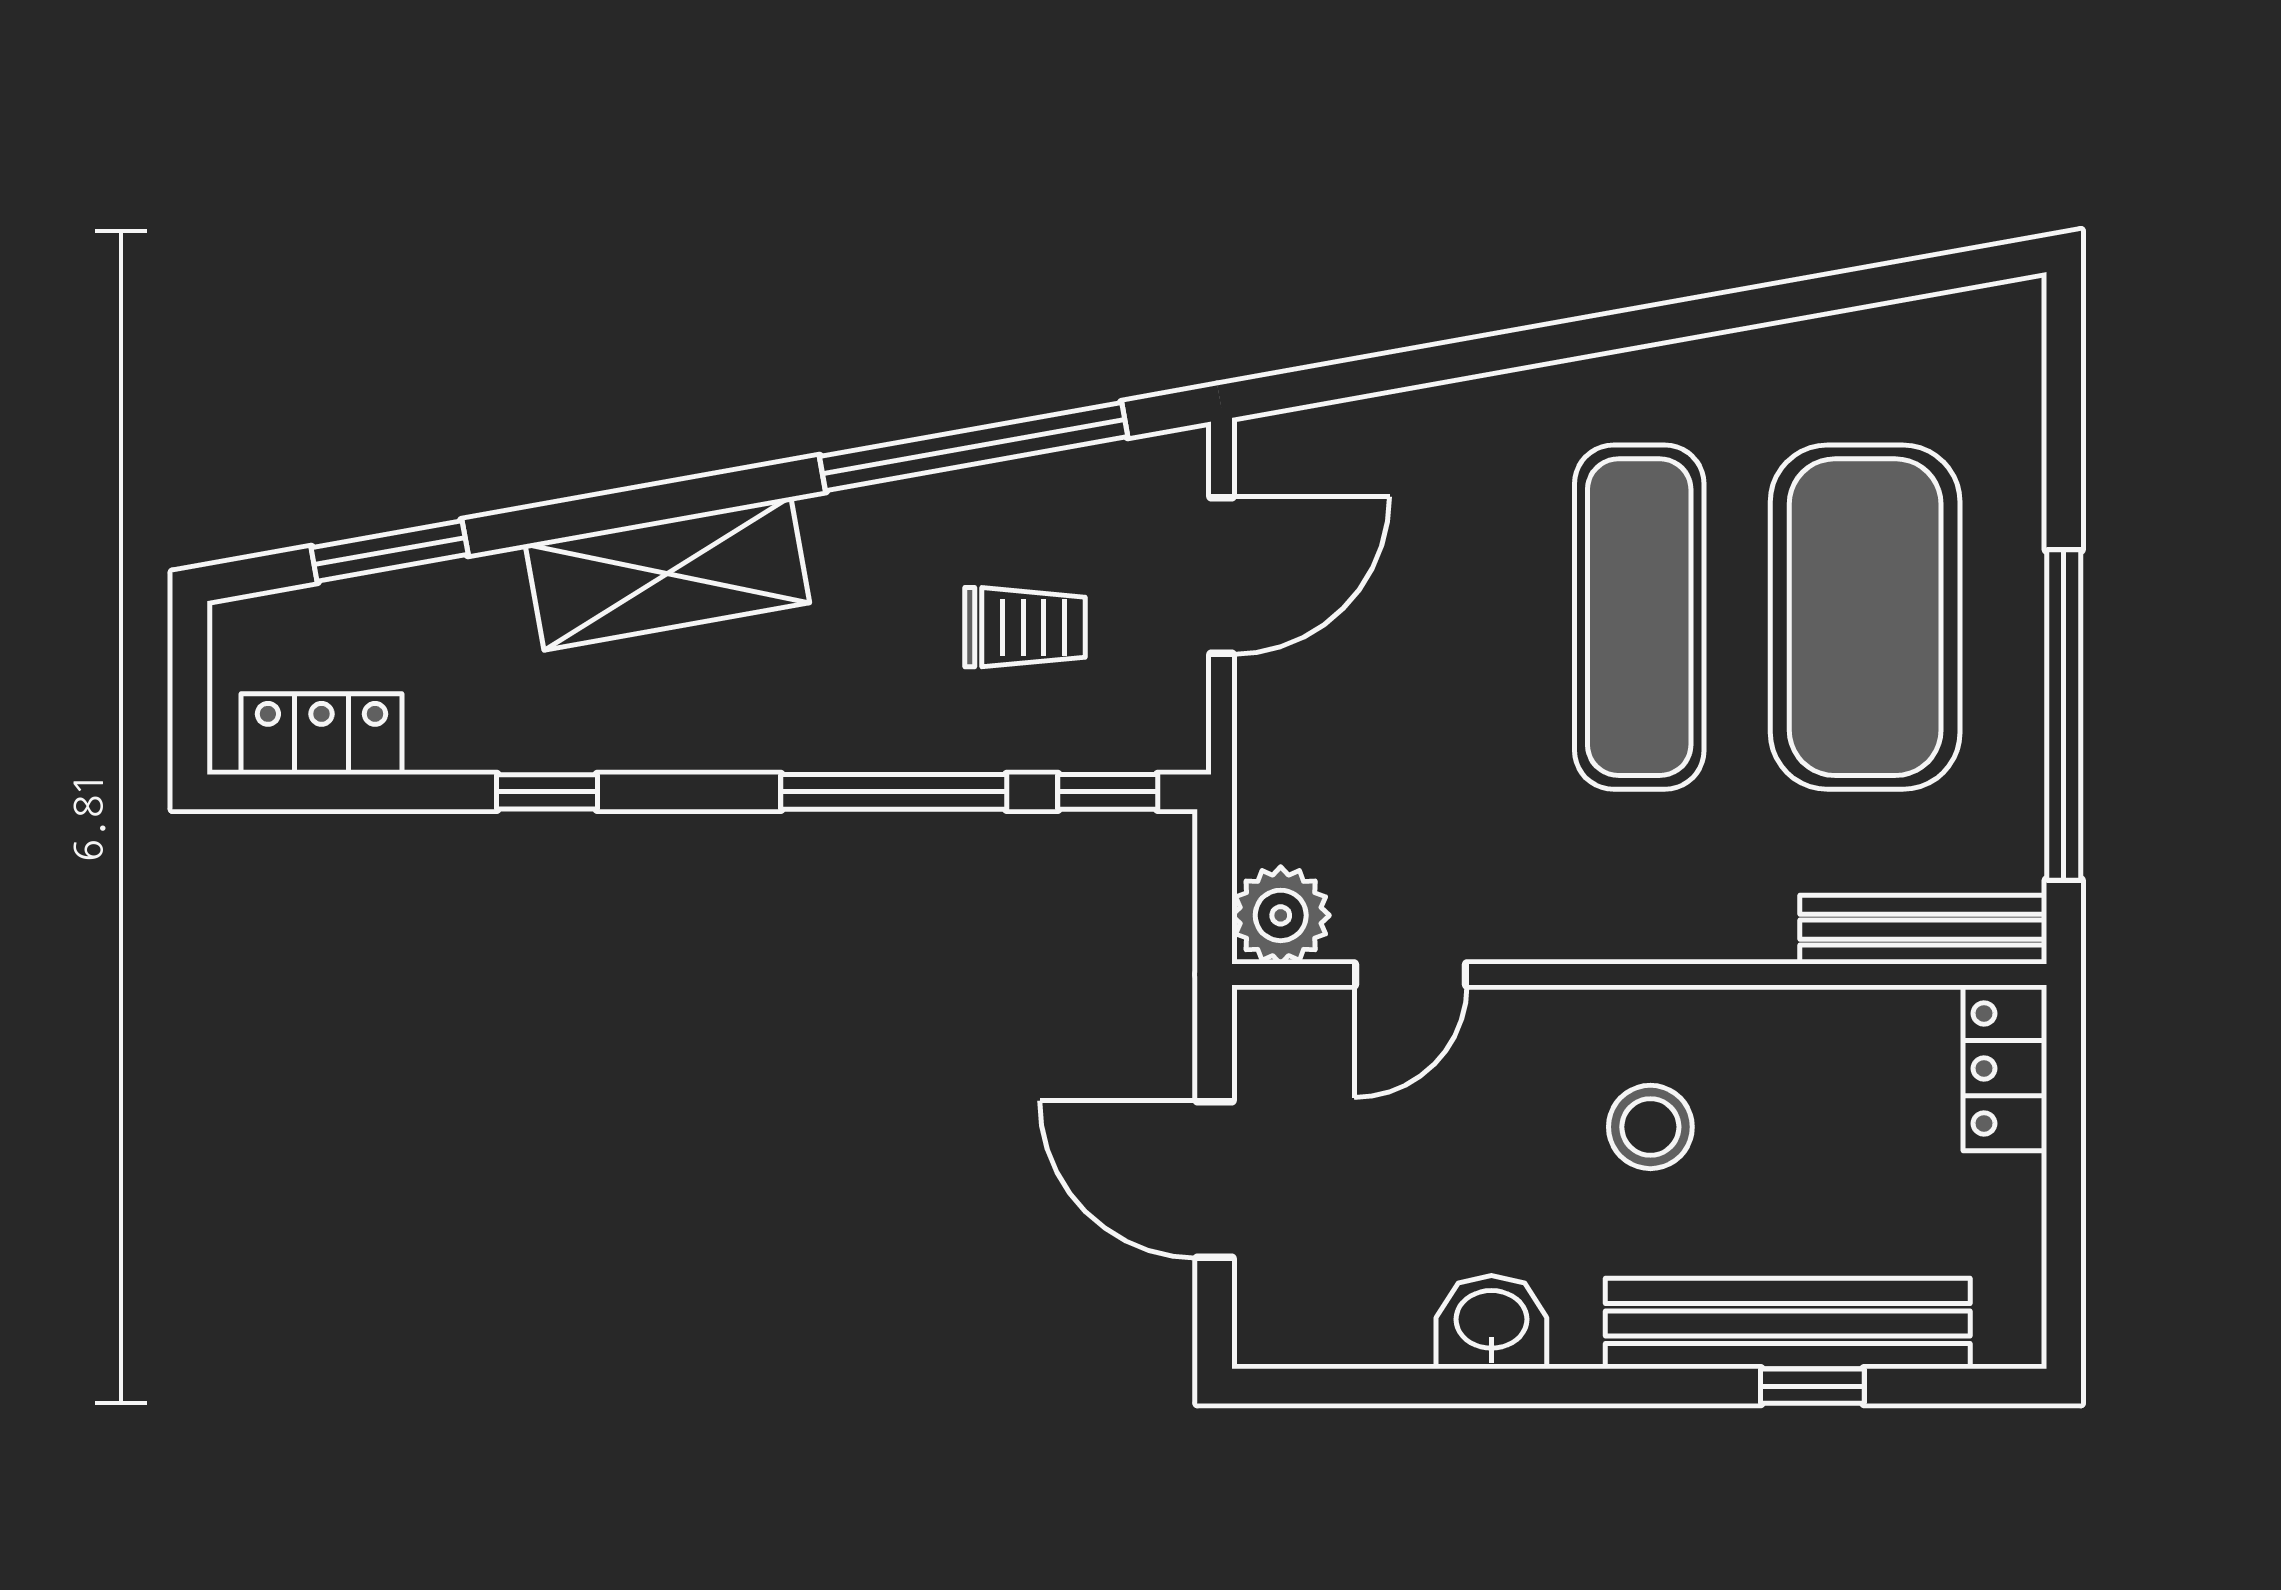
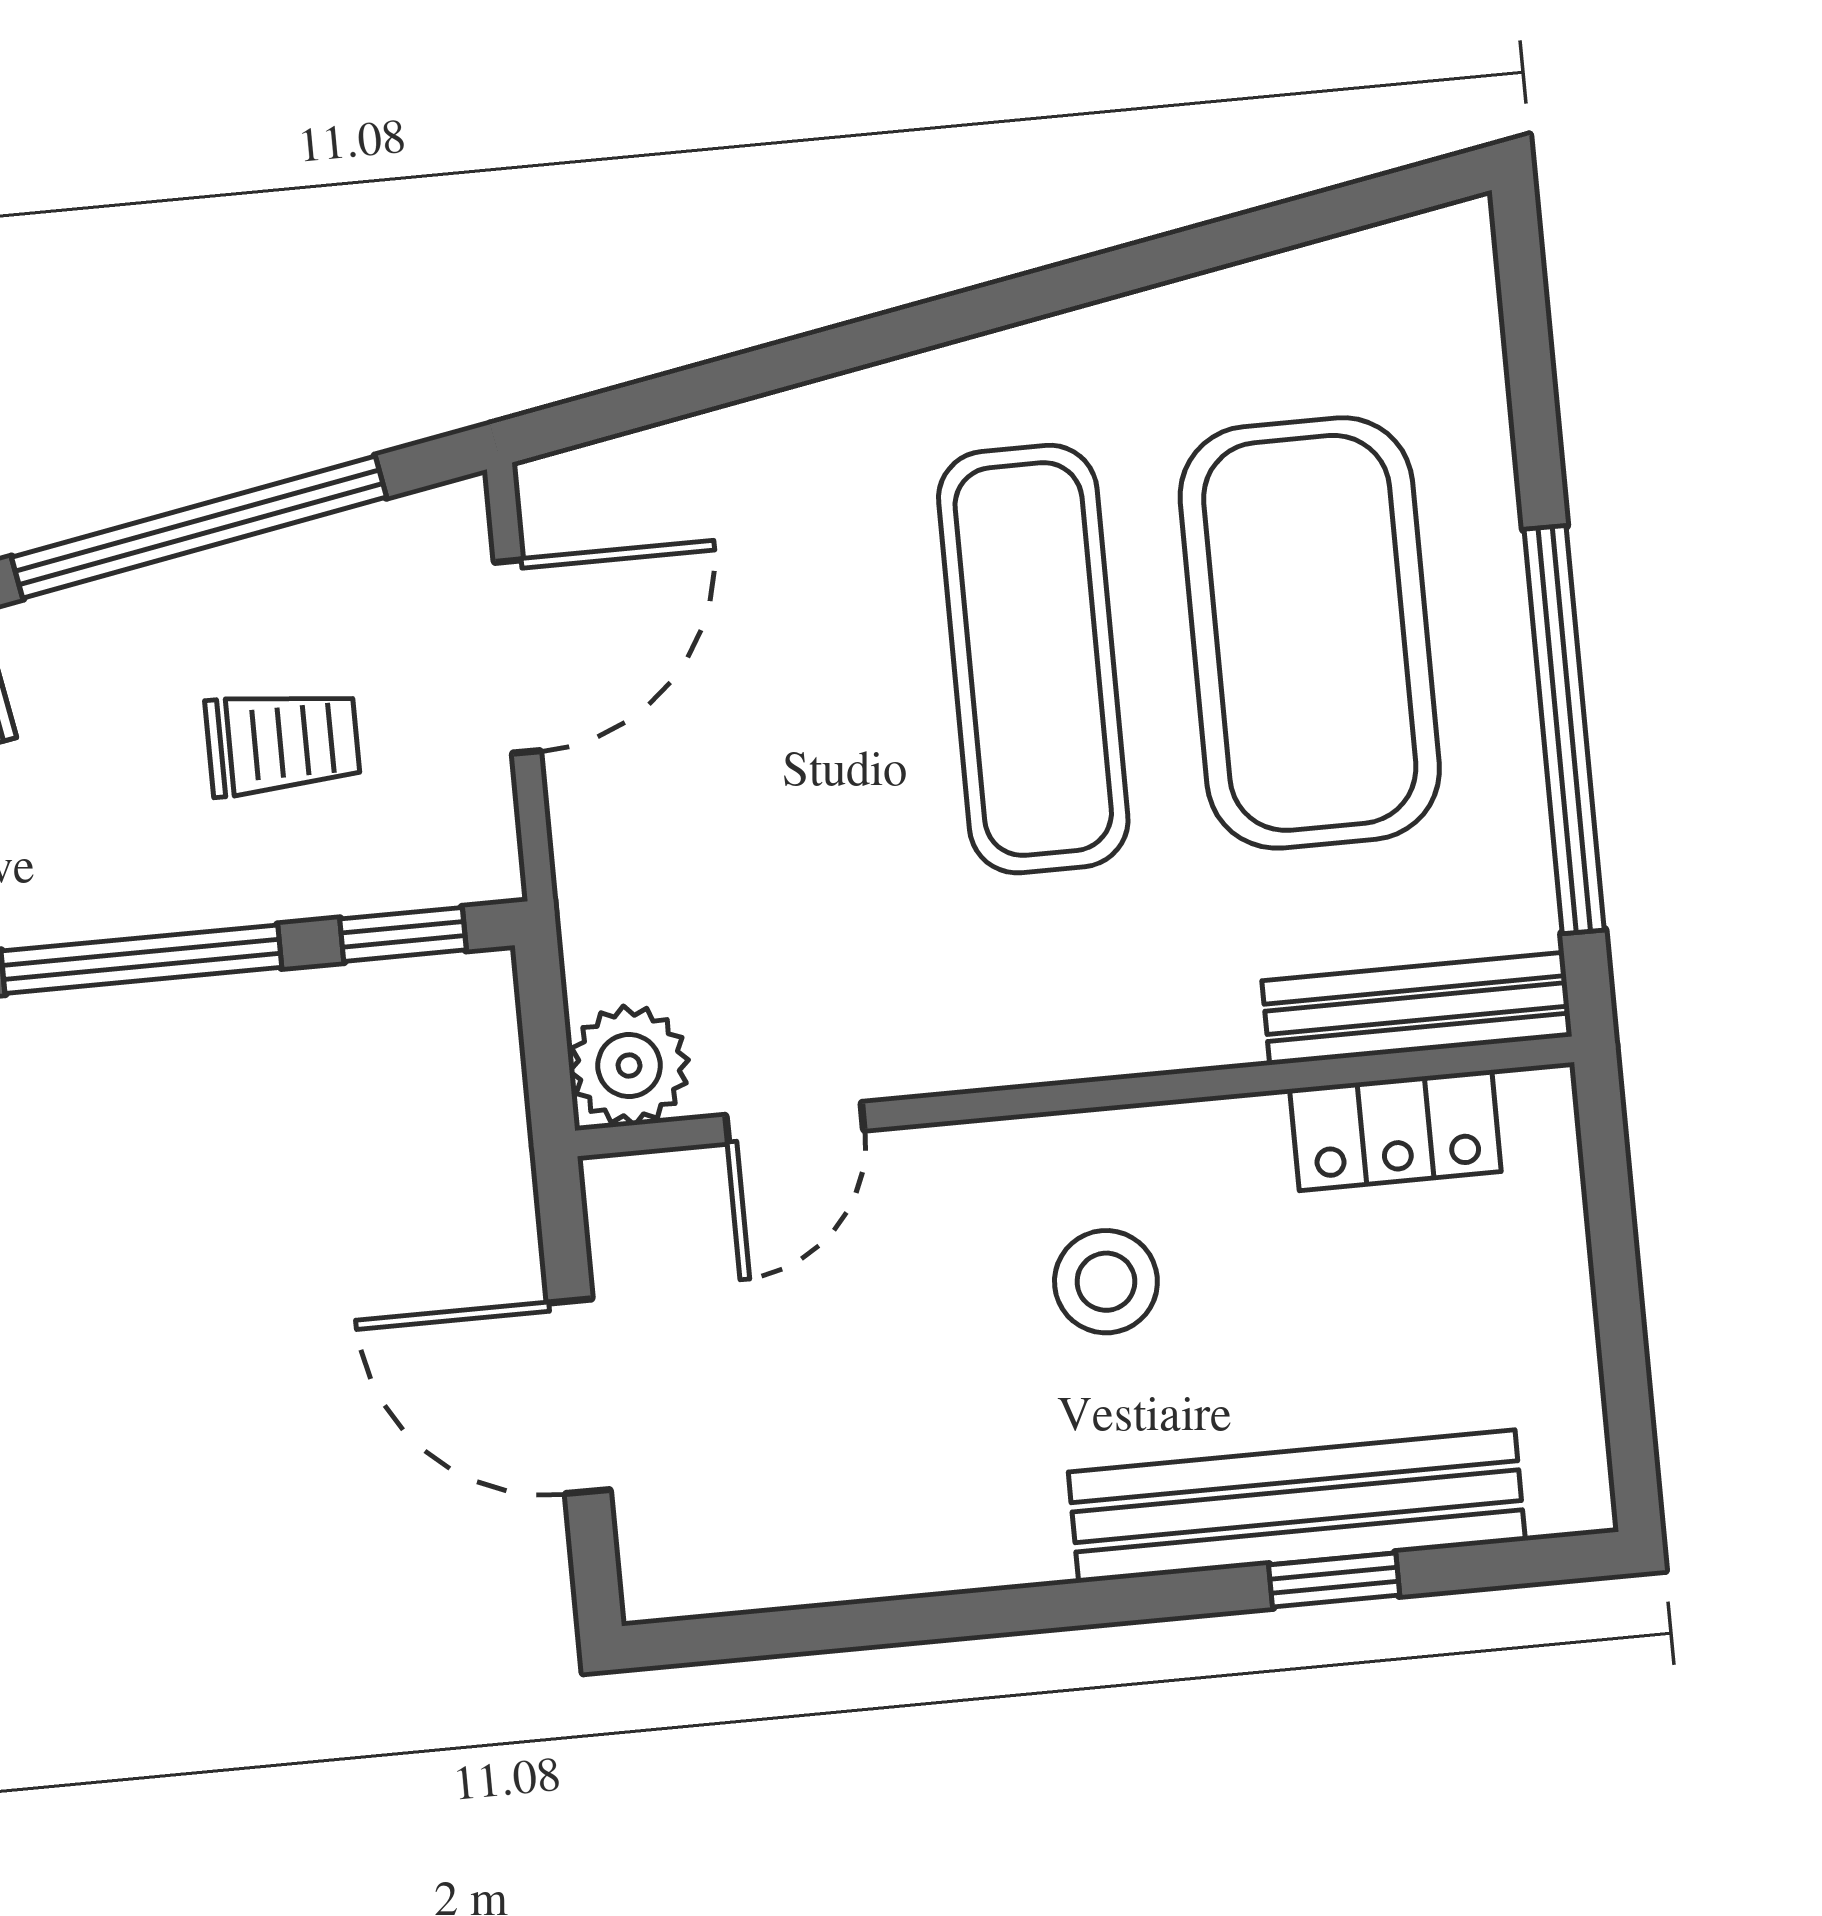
locker: (2005, 1068) -> (1395, 1130), moved, turned -90
washbasin: (1491, 1322) -> (934, 1539), removed

